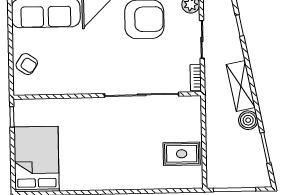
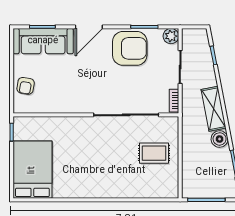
armchair: (27, 64) -> (26, 86), turned 65
rug: (182, 154) -> (154, 153), moved

